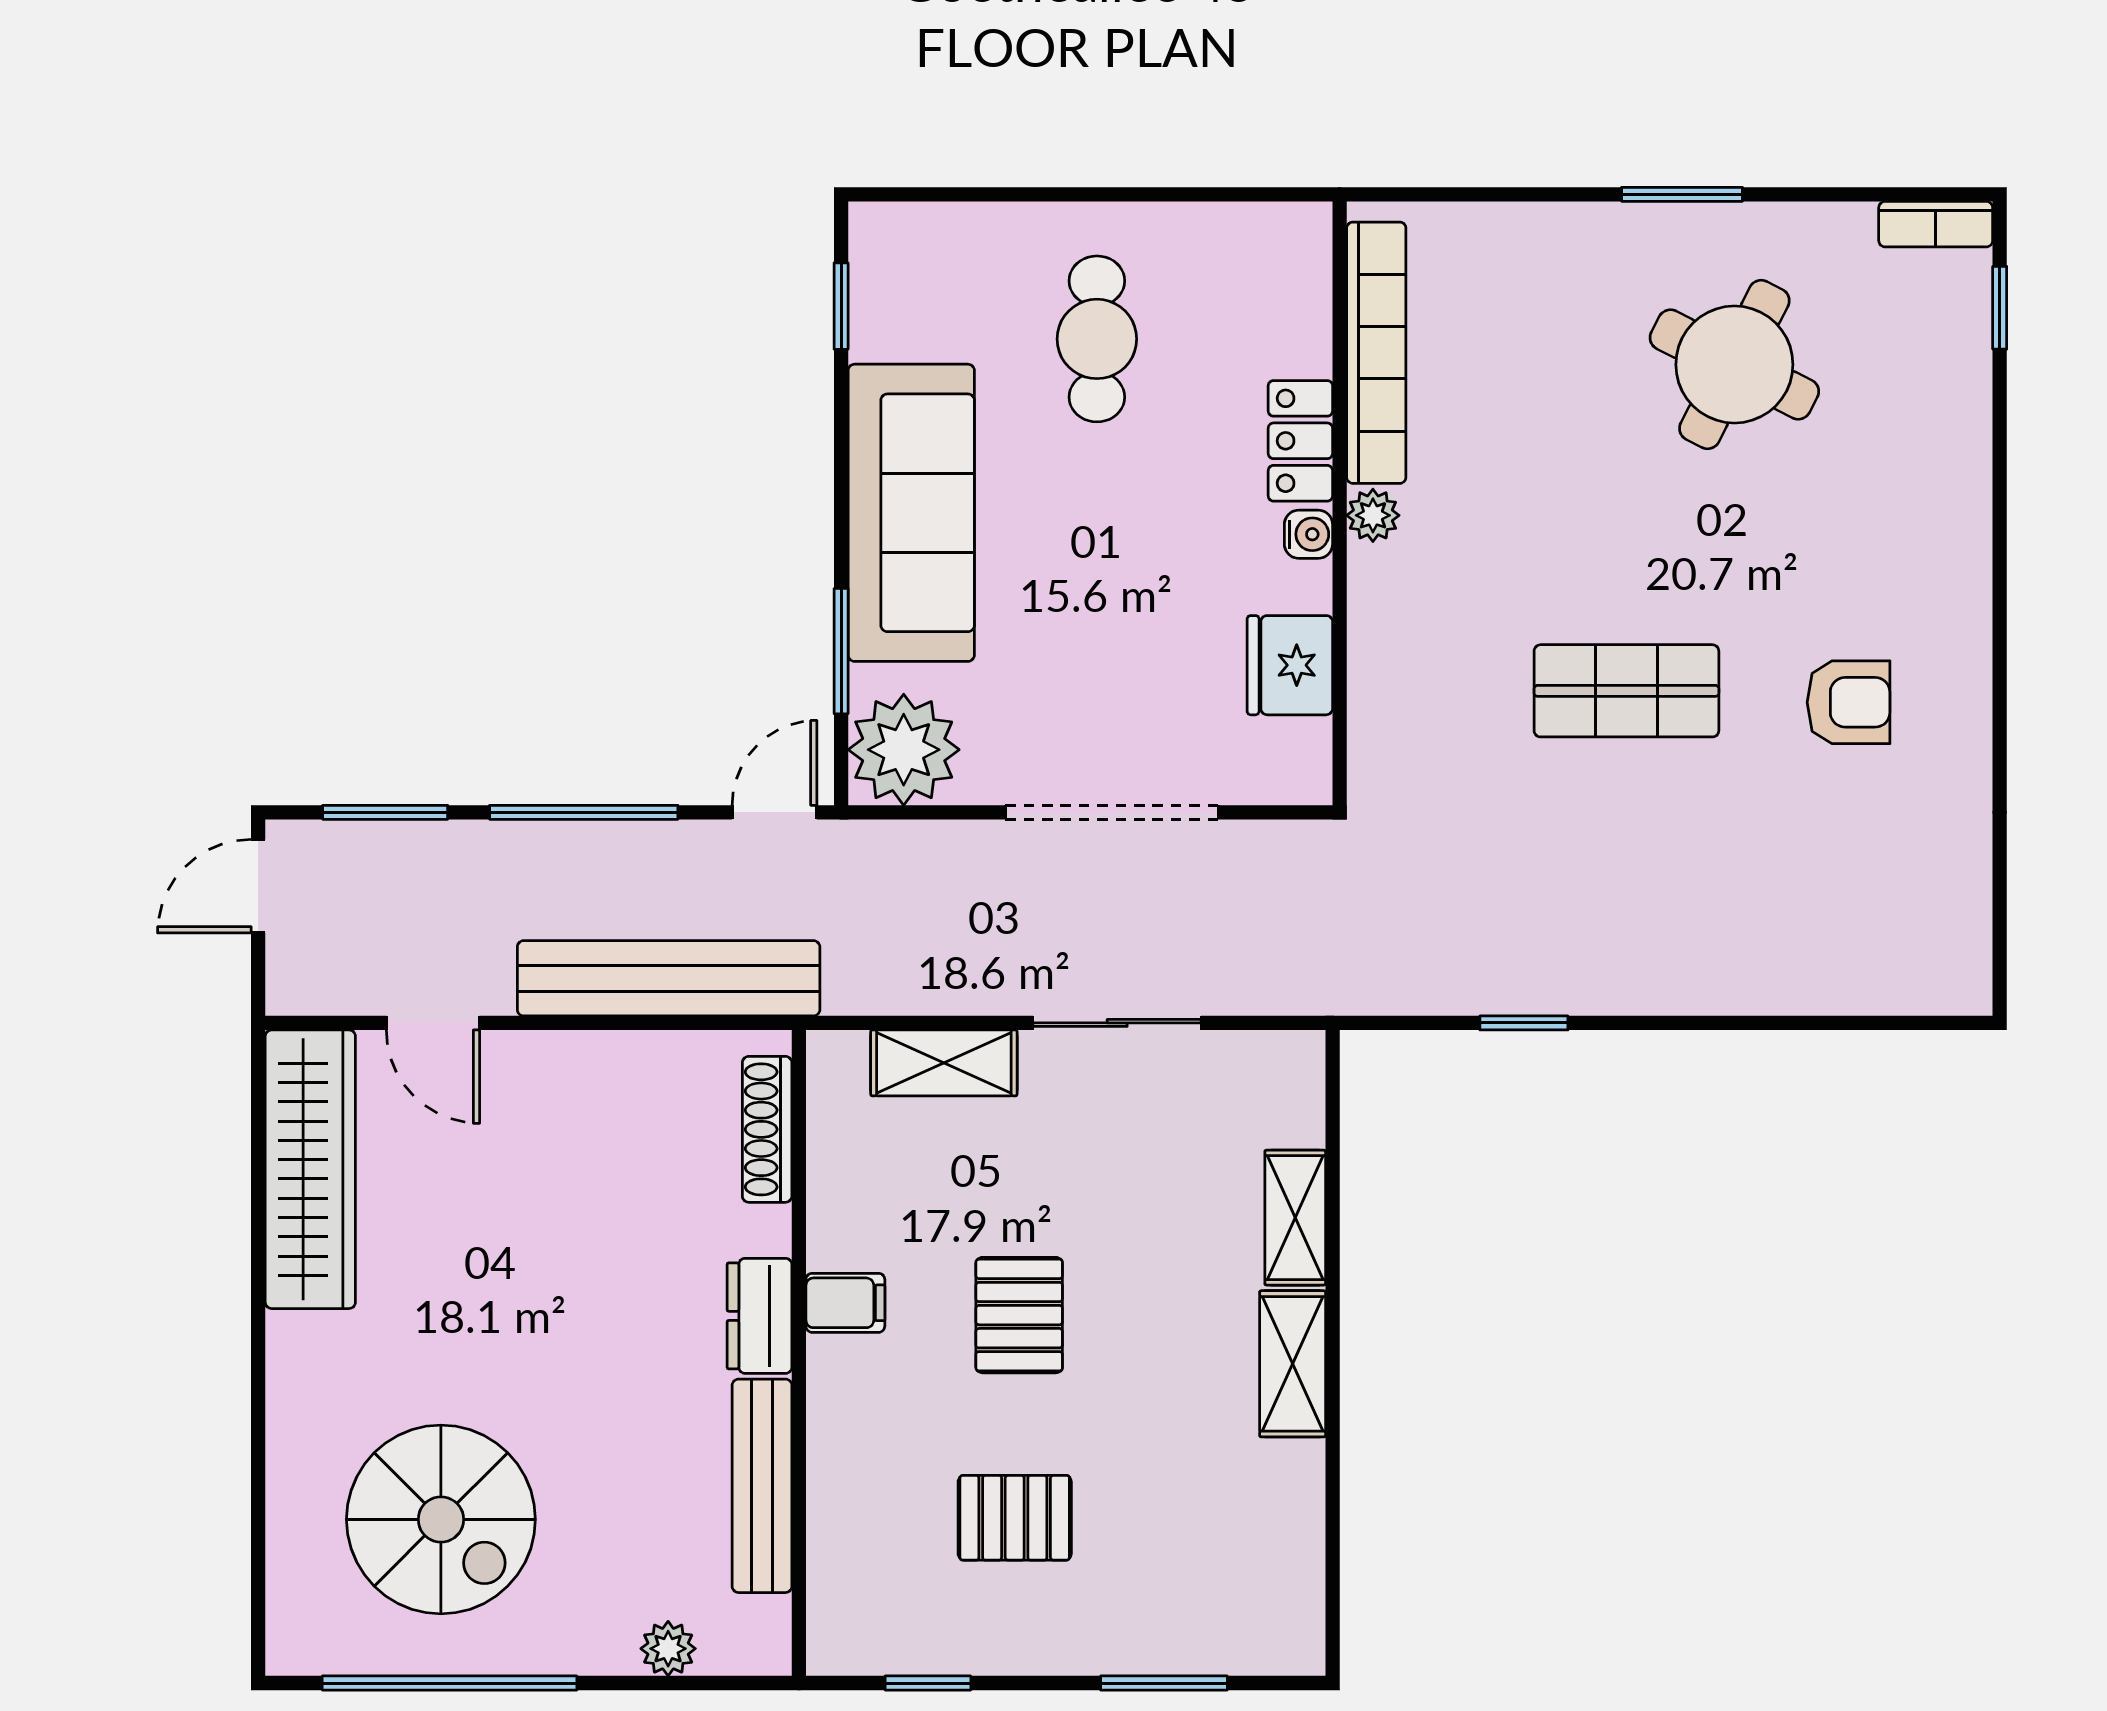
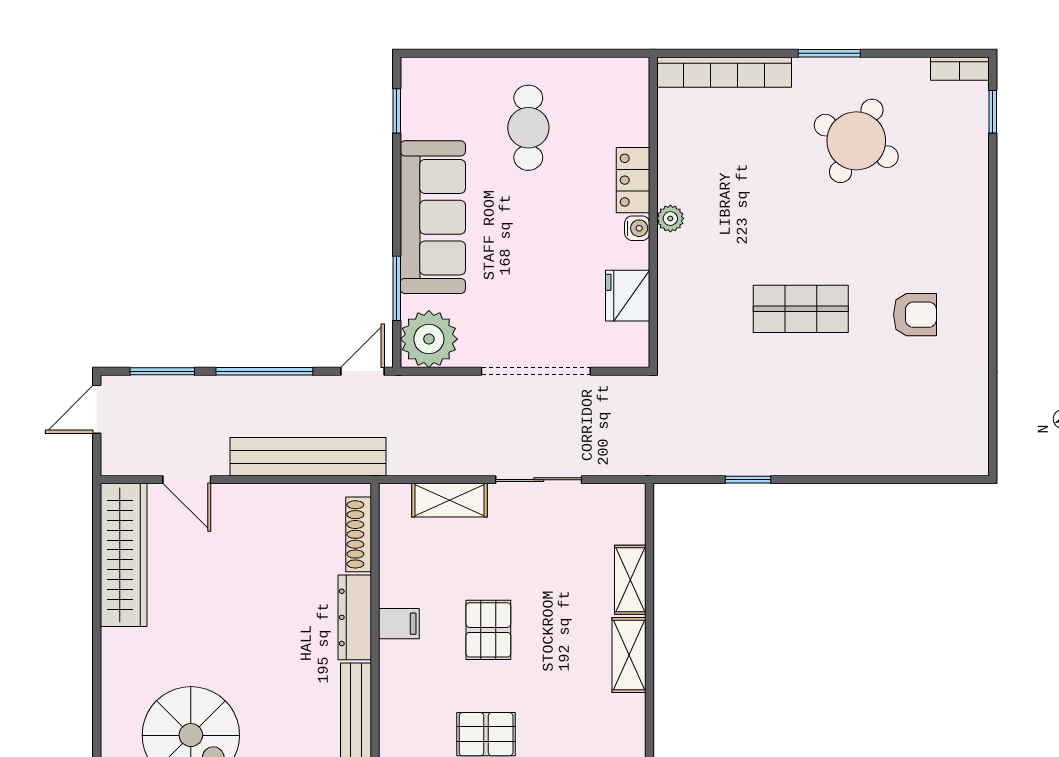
bookcase: (1376, 353) -> (724, 72), moved, turned 90
dresser: (759, 1316) -> (355, 617), width x1.44

